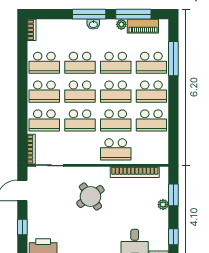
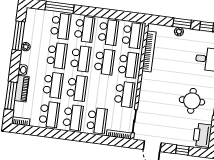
window: (89, 14) -> (11, 96), moved
piano: (143, 26) -> (22, 89), moved
school desk: (80, 120) -> (124, 94), moved
school desk: (151, 149) -> (132, 35), added
window: (173, 195) -> (182, 23), moved
round table: (90, 197) -> (192, 101), moved, turned 36

